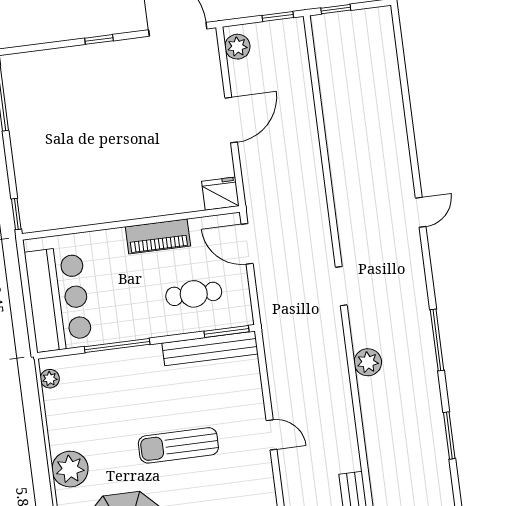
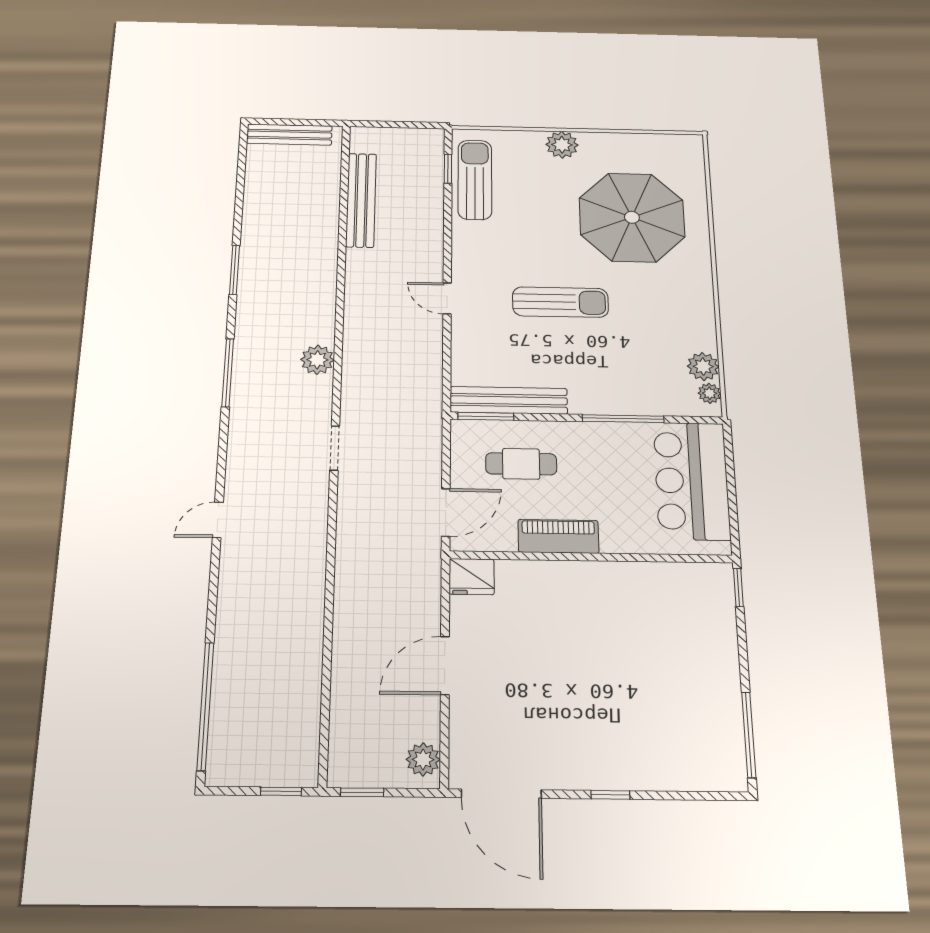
window: (402, 64) -> (205, 706), added
door: (247, 244) -> (446, 512), hinge flipped
plant: (70, 469) -> (703, 366), moved, width x0.73, depth x0.73

